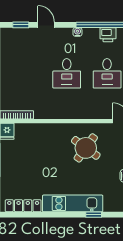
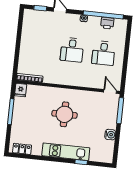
round table: (86, 148) -> (64, 114), moved, turned -36
locker: (23, 206) -> (22, 149), width x0.66

